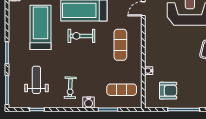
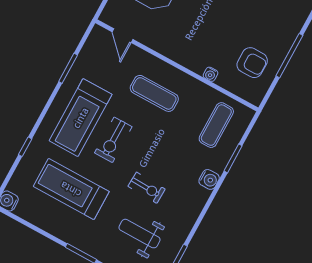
exercise bike: (70, 88) -> (147, 188), moved
armchair: (168, 91) -> (252, 63), turned 90

